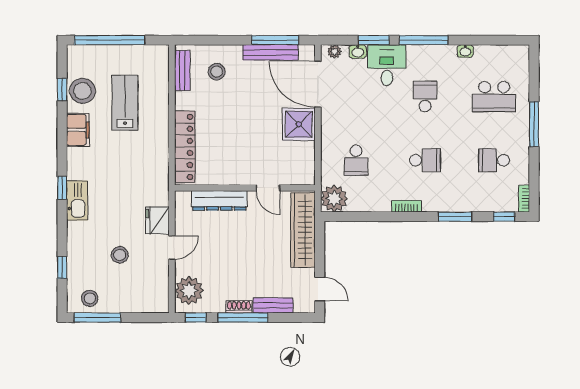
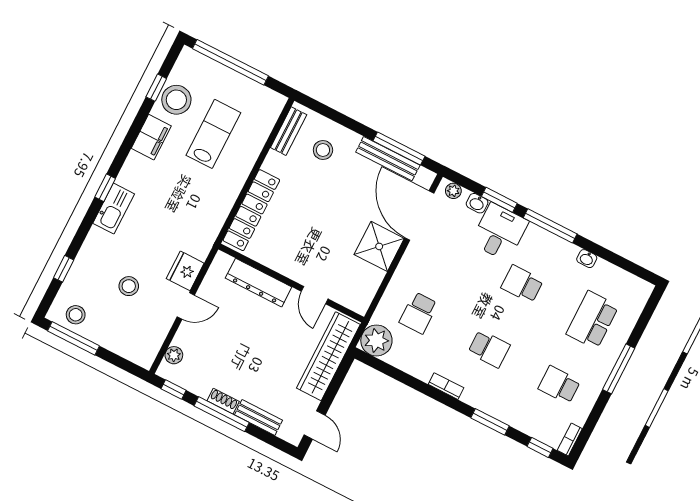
school desk: (425, 97) -> (522, 284), turned -90
school desk: (494, 97) -> (592, 320), turned 90
plant: (189, 291) -> (174, 355), width x0.53, depth x0.53

